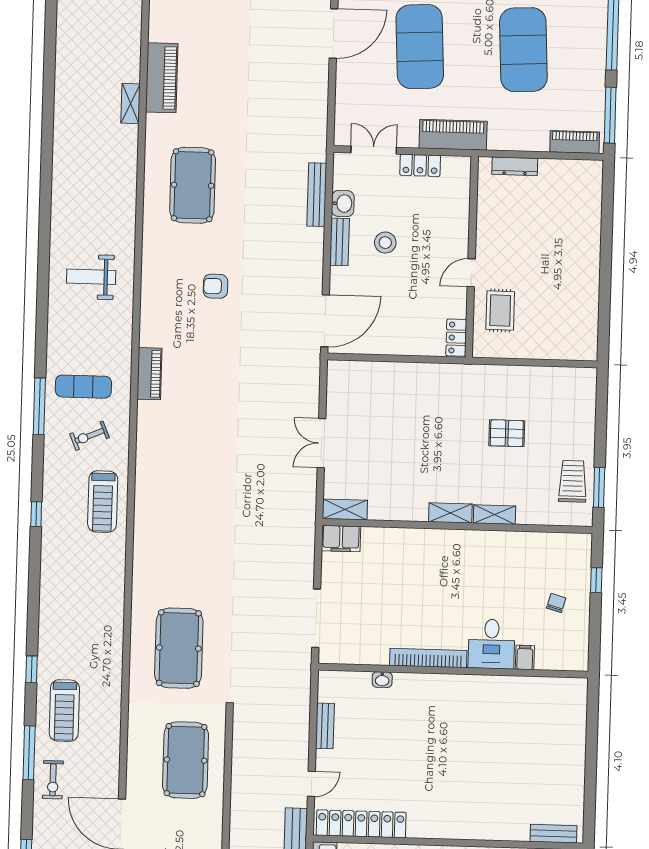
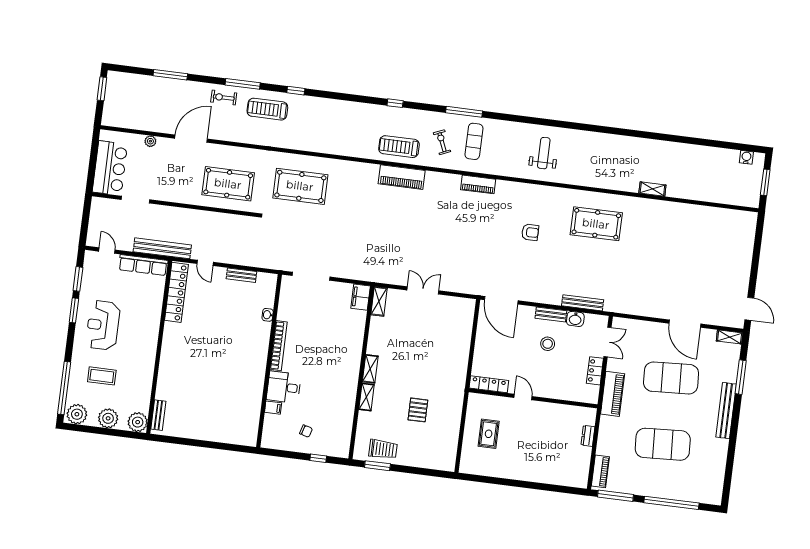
piano: (162, 78) -> (402, 177), moved
dresser: (515, 166) -> (588, 436), width x0.70
armchair: (216, 286) -> (530, 232), turned 90
rug: (500, 310) -> (489, 434), moved, turned 90
locker: (456, 338) -> (489, 384), width x1.53

